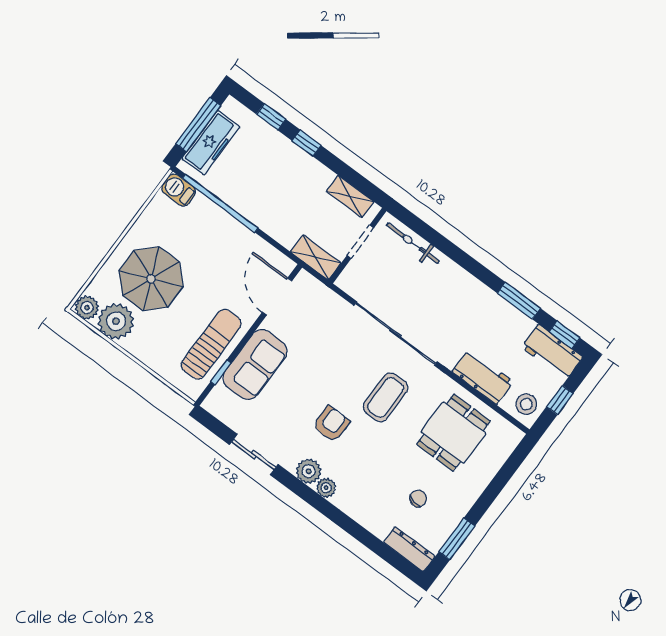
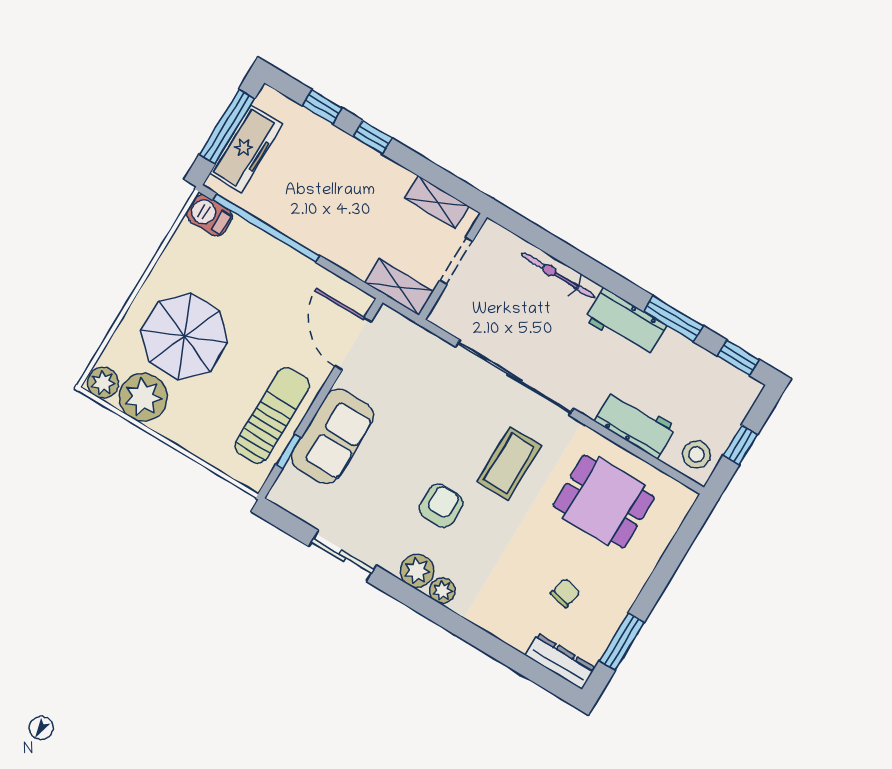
bicycle: (413, 243) -> (558, 275), moved
workbench: (552, 352) -> (626, 323), moved
dining table: (453, 433) -> (604, 501), turned 90

